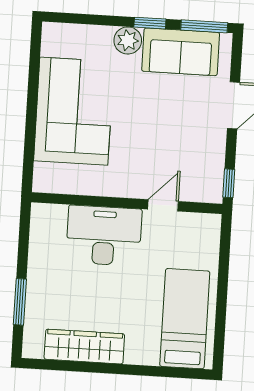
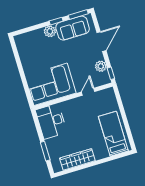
corner sofa: (74, 111) -> (50, 84), moved, turned -90
plant: (212, 159) -> (101, 66), added
desk: (104, 236) -> (51, 121), moved, turned -90

